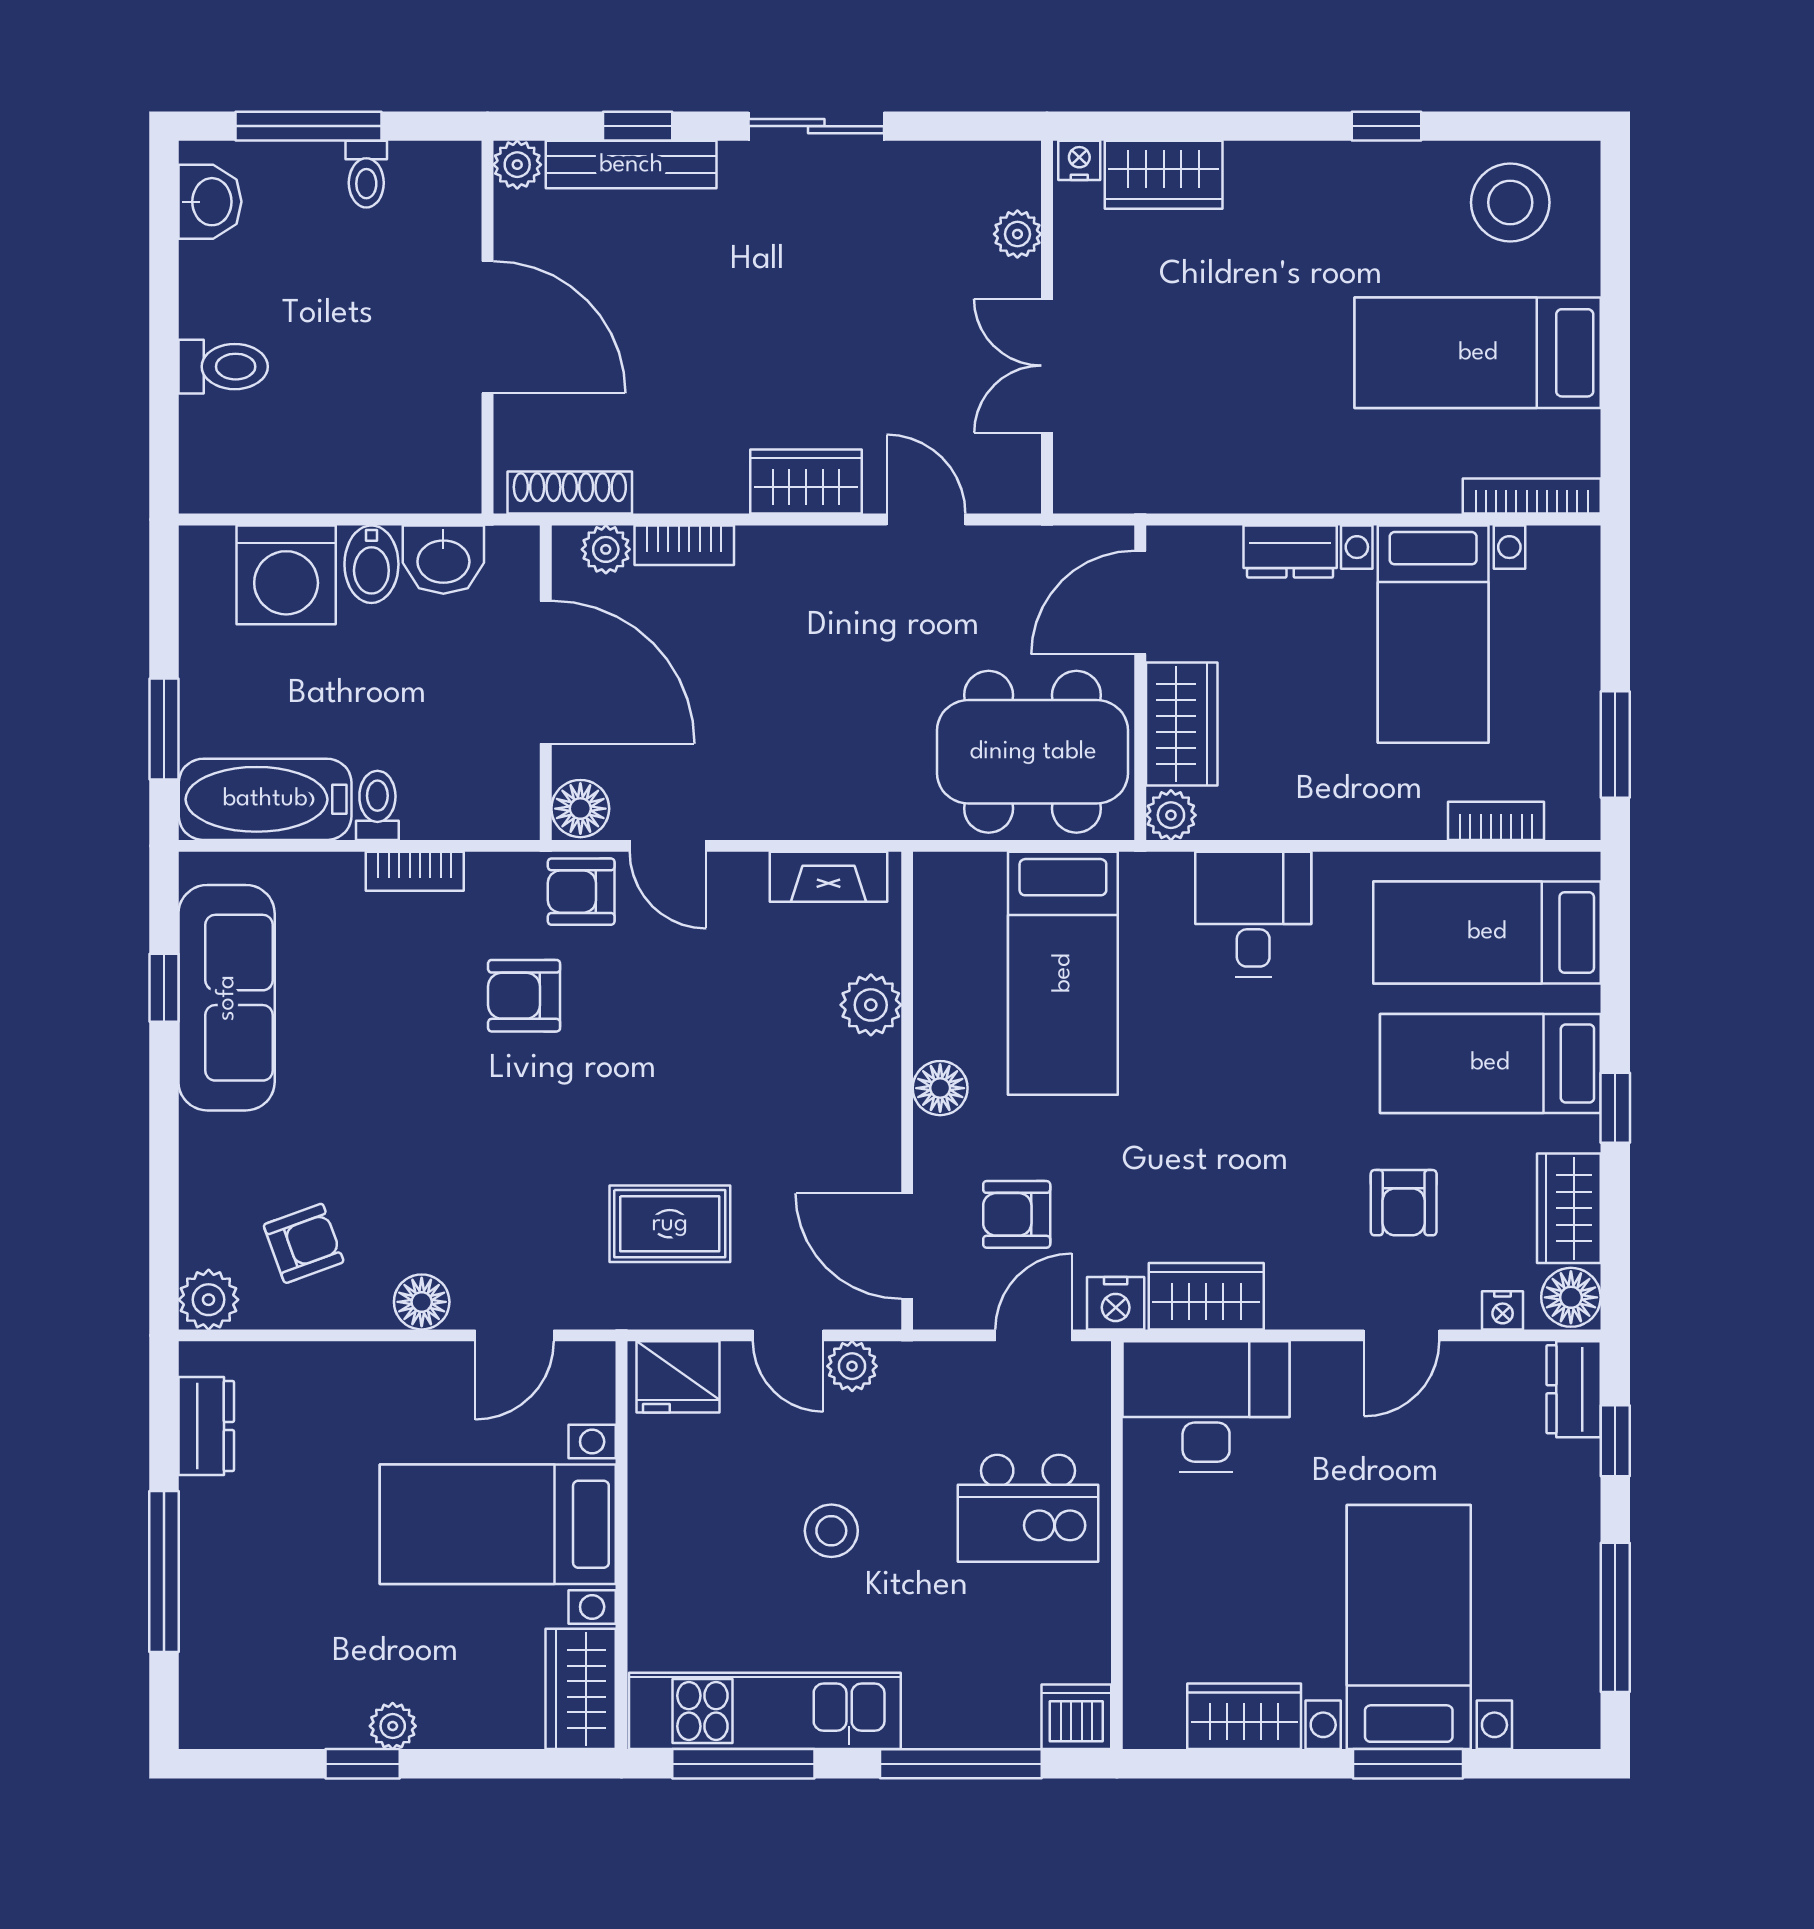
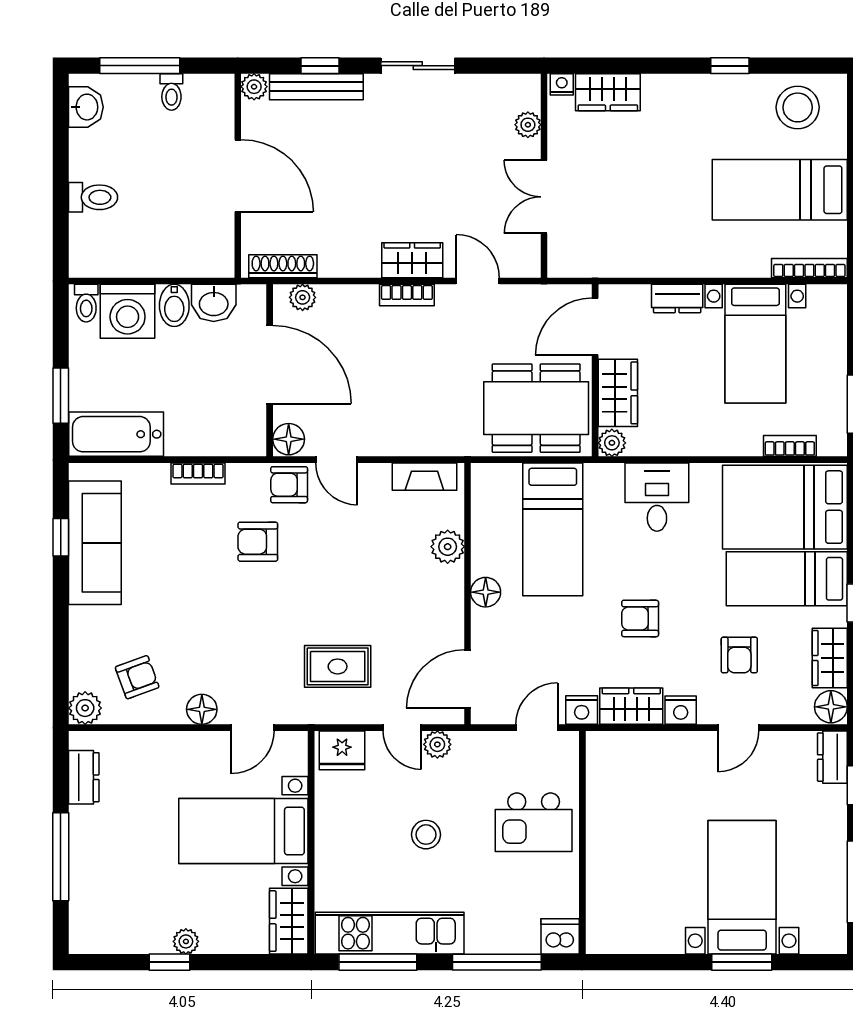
bookcase: (684, 545) -> (407, 295), moved
toilet: (377, 805) -> (86, 303), moved, turned 180
bed: (1487, 932) -> (785, 507), width x1.50
armchair: (1017, 1214) -> (640, 618), moved
door: (907, 1246) -> (467, 679), hinge flipped
nightstand: (1503, 1310) -> (681, 710), moved, width x1.39, depth x1.35
desk: (1206, 1407) -> (631, 767), removed
wardrobe: (1244, 1716) -> (652, 936), removed

